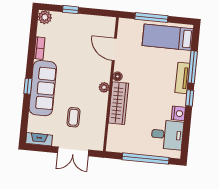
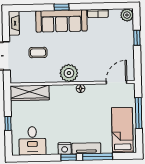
door: (114, 49) -> (116, 82), moved
plant: (104, 87) -> (69, 73), width x1.88, depth x1.88
wardrobe: (118, 103) -> (30, 93), moved
nightstand: (178, 113) -> (65, 148), moved
window: (146, 159) -> (8, 123), width x0.32

